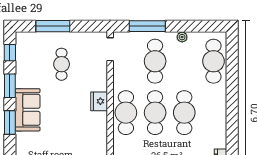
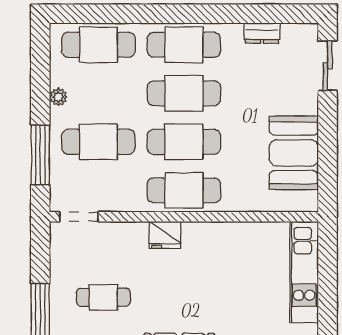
cafe table: (213, 113) -> (184, 45), added

